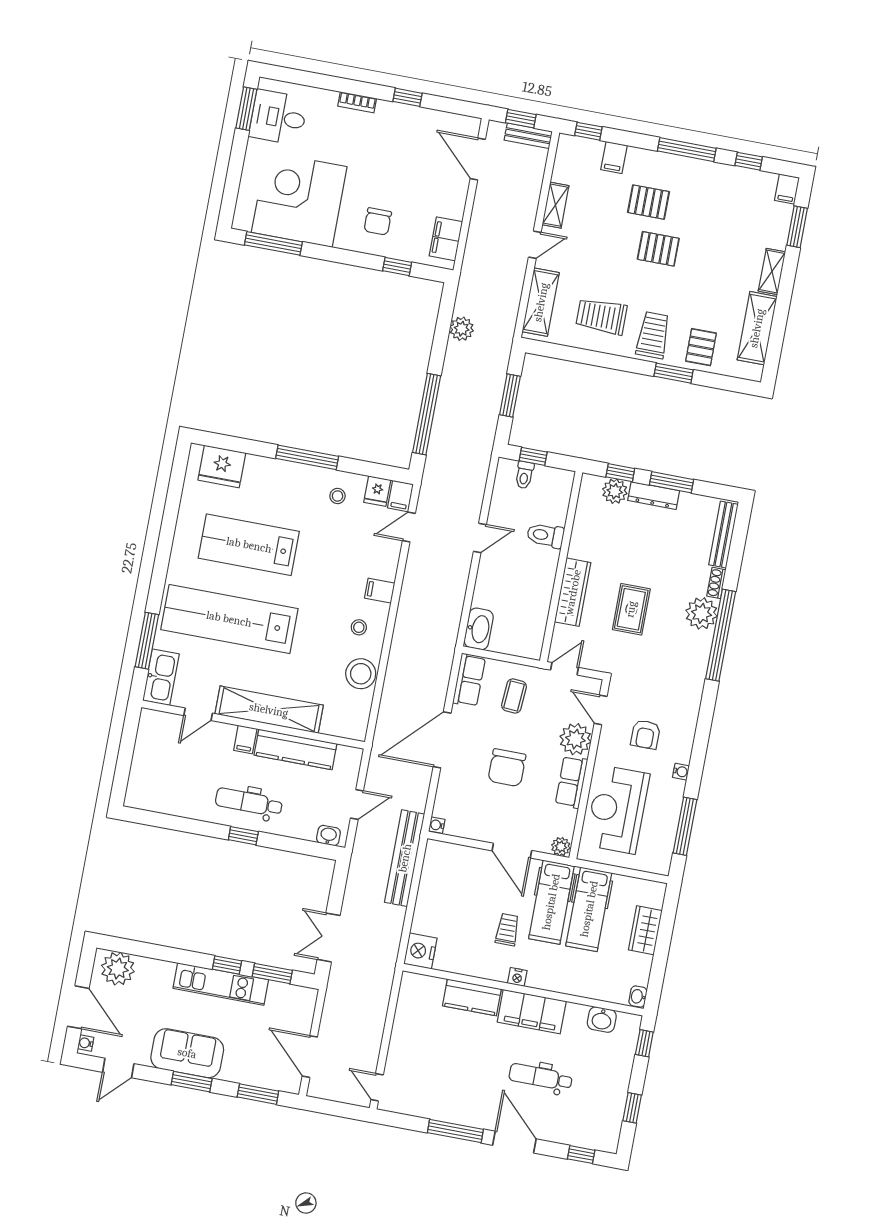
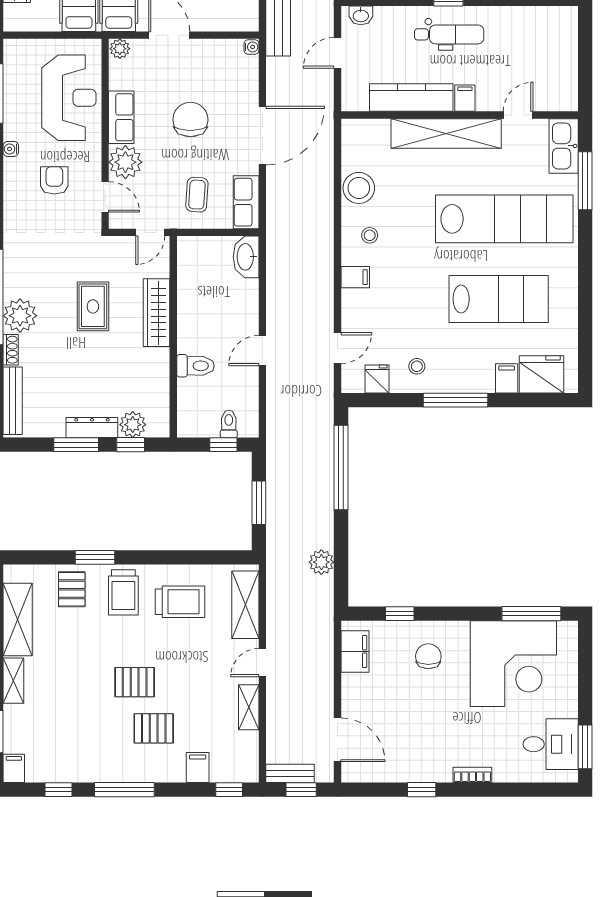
filing cabinet: (400, 496) -> (507, 378), moved

